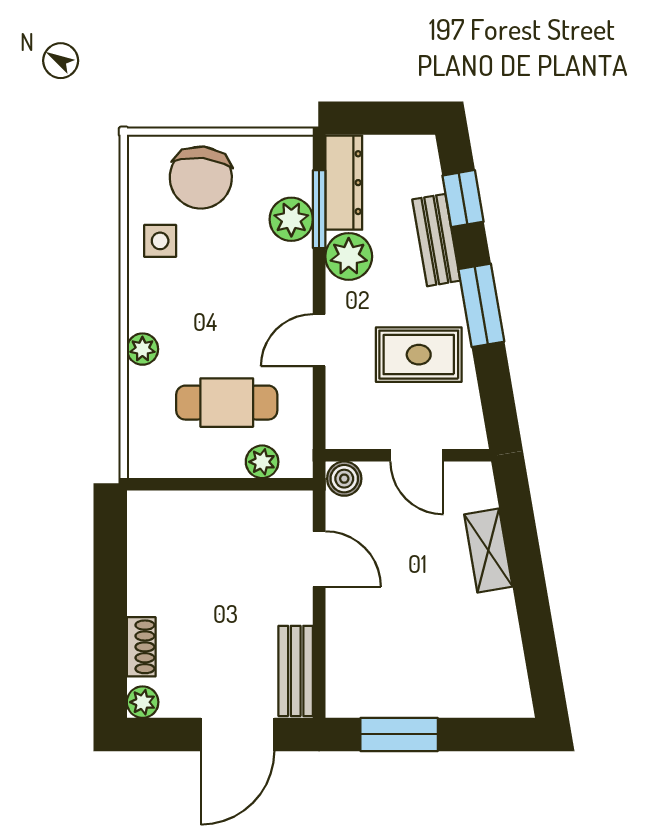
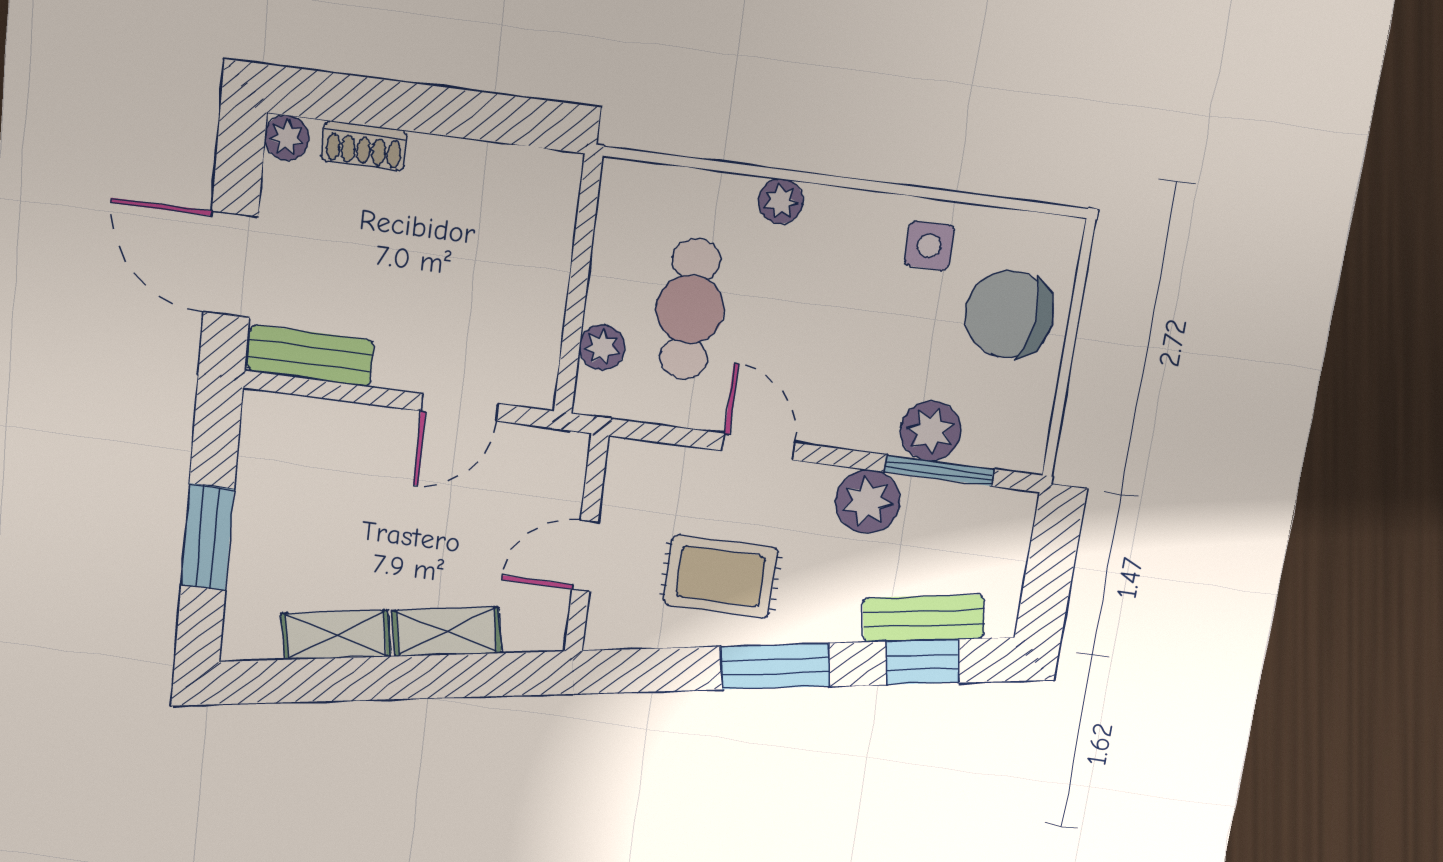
dresser: (344, 183) -> (970, 508), removed
bench: (436, 240) -> (923, 618), moved
rug: (419, 355) -> (721, 576), turned 90
boiler: (344, 479) -> (565, 455), removed
shelving: (502, 632) -> (336, 635), added
window: (399, 734) -> (208, 537), moved

